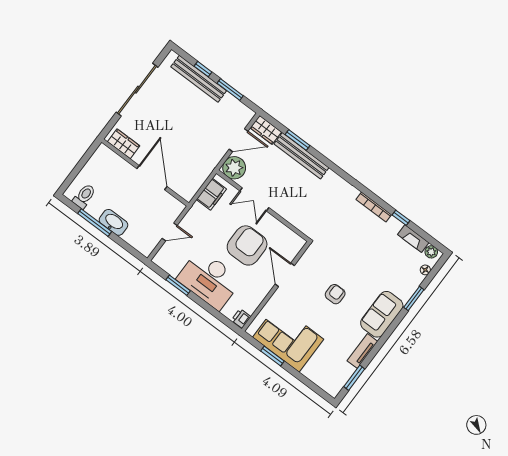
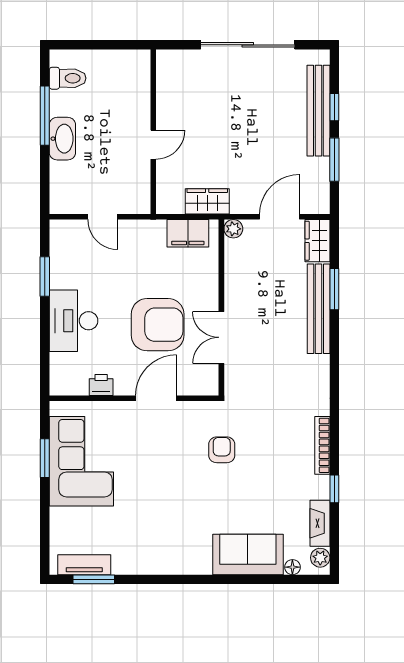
door: (239, 140) -> (280, 217), swing flipped
wardrobe: (124, 144) -> (207, 201), moved, turned -90
plant: (234, 168) -> (233, 229), width x0.53, depth x0.53
door: (152, 178) -> (153, 145), width x0.53
double door: (254, 199) -> (221, 337), moved
desk: (209, 279) -> (74, 321), width x0.73, depth x0.77
armchair: (335, 294) -> (222, 450), moved, turned -90
window: (414, 298) -> (247, 579), removed
sofa: (382, 314) -> (248, 555), moved
printer: (241, 318) -> (101, 385), moved
tv unit: (362, 351) -> (84, 565), moved

